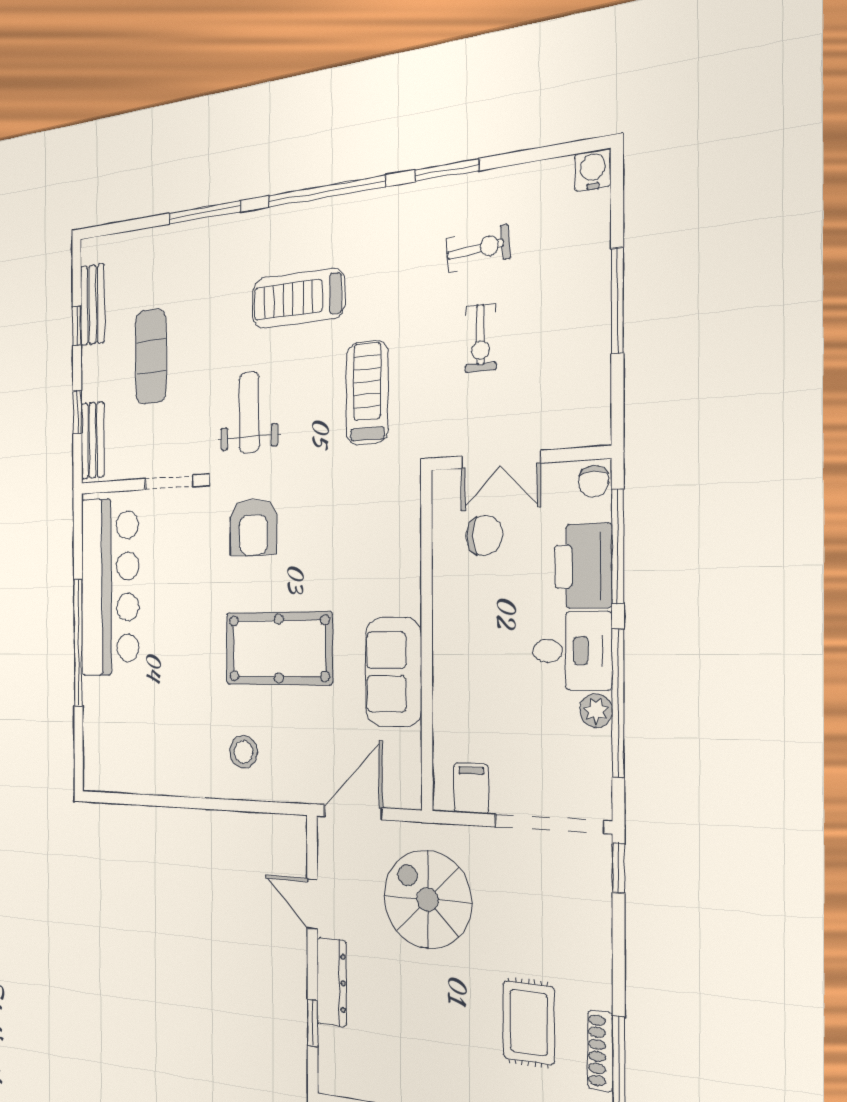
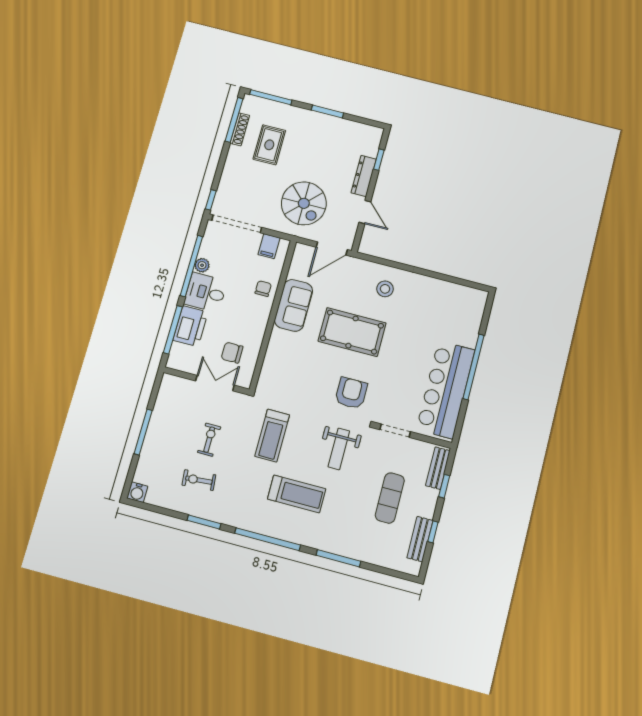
chair: (594, 481) -> (263, 289), moved

